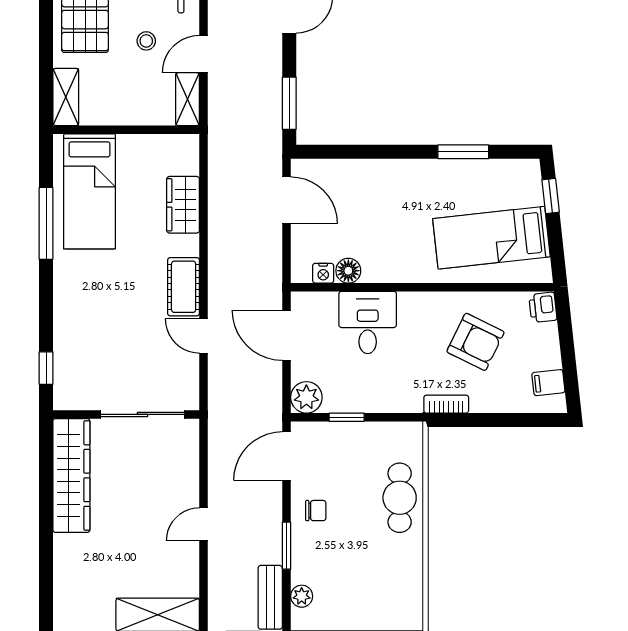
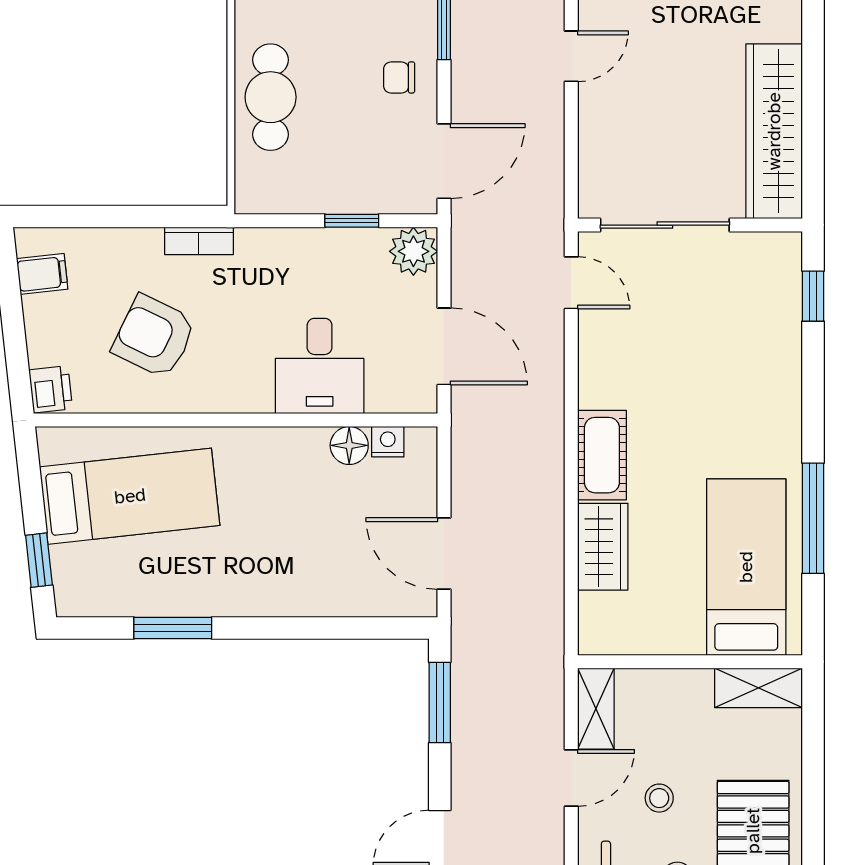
shelving: (66, 97) -> (759, 688), moved, turned 90
cot: (184, 287) -> (602, 455), moved
door: (204, 336) -> (571, 283), moved

